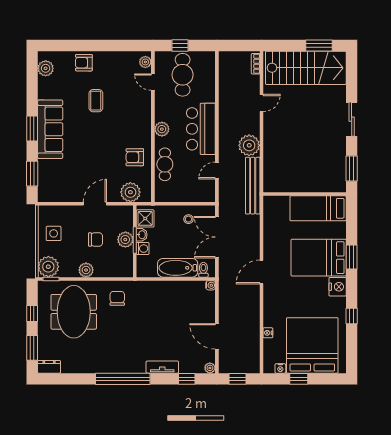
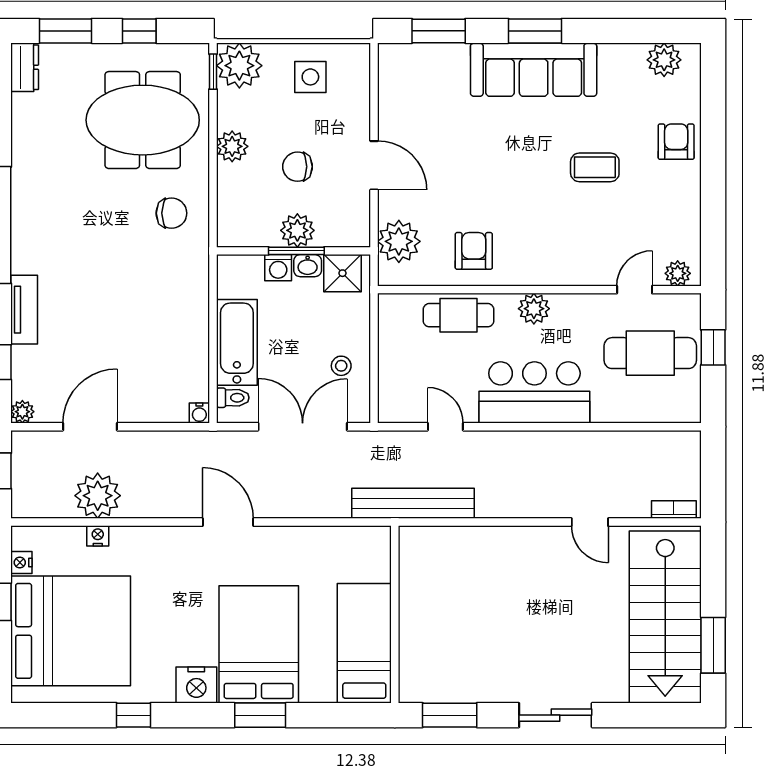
plant: (249, 145) -> (98, 496), moved
chair: (95, 239) -> (297, 167), turned 90

